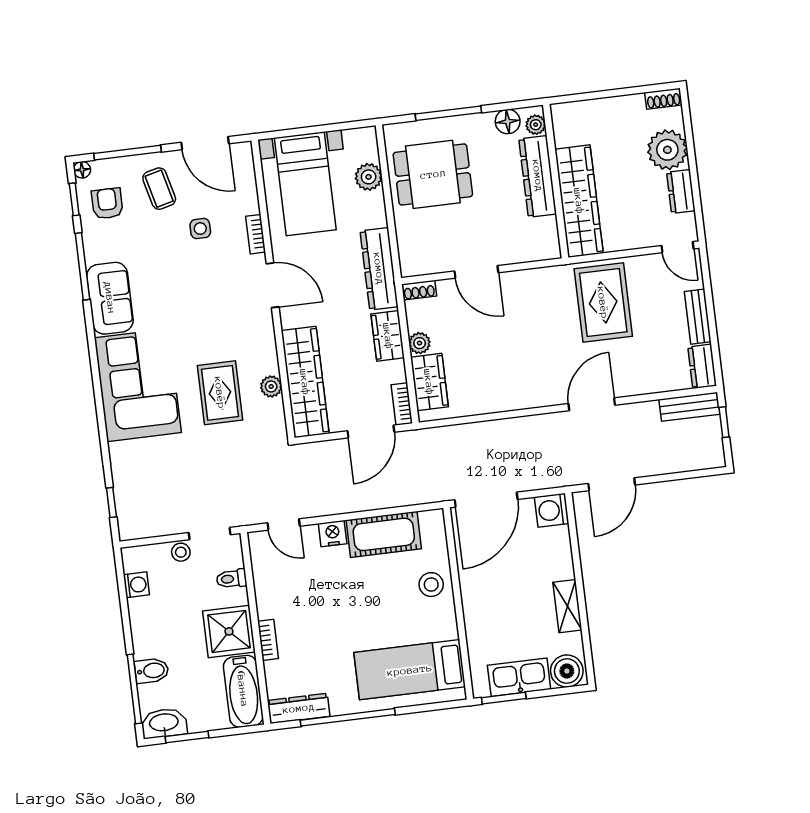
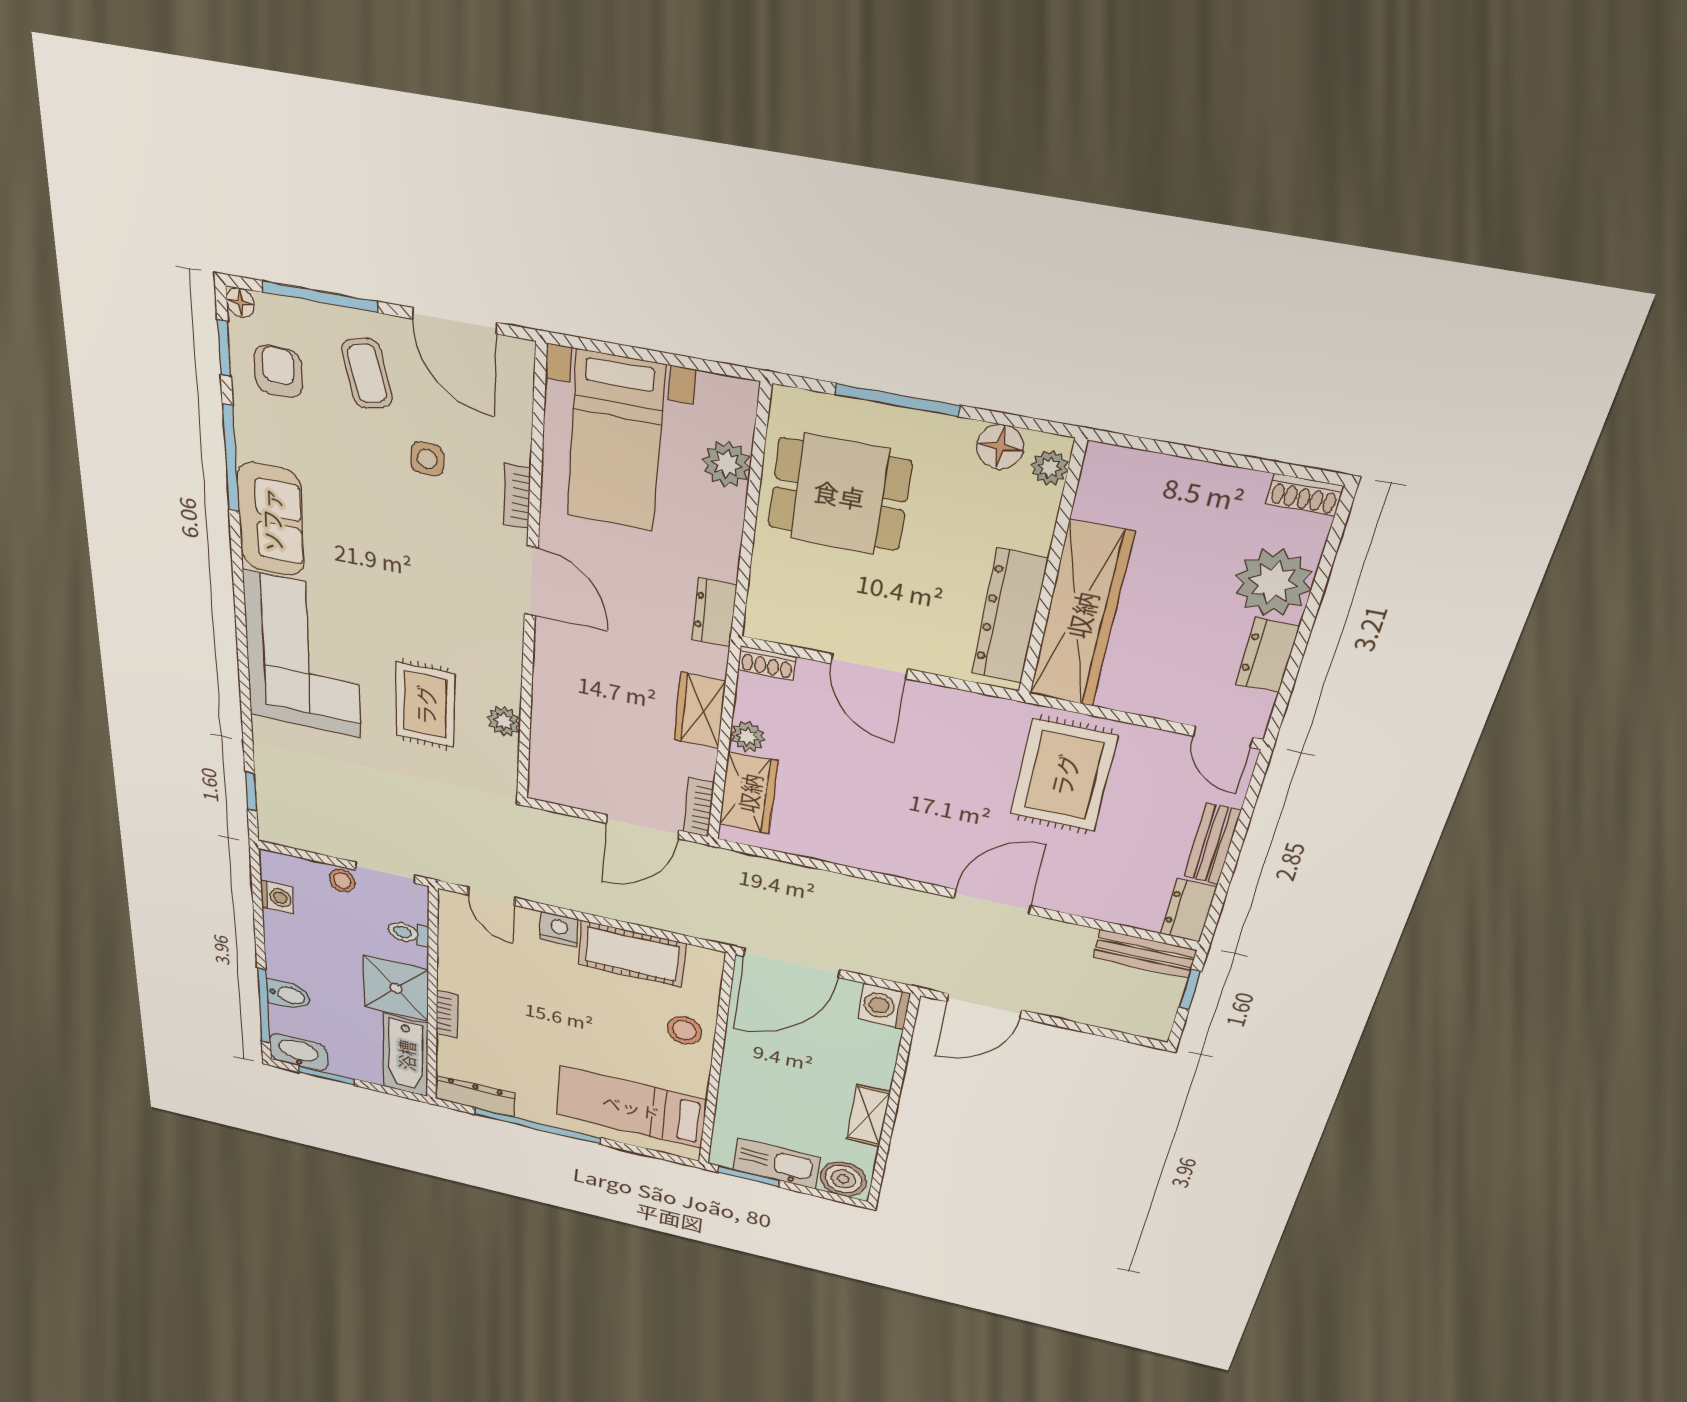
dresser: (538, 176) -> (1009, 616), moved
dresser: (379, 269) -> (714, 613), width x0.51, depth x0.80
wardrobe: (305, 382) -> (557, 732), removed

